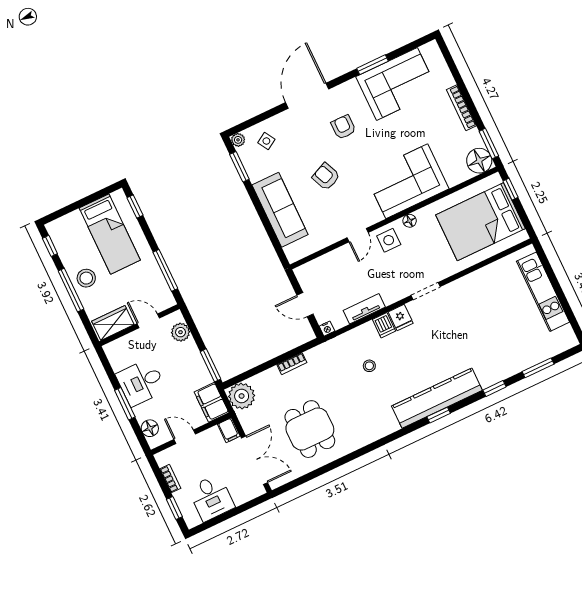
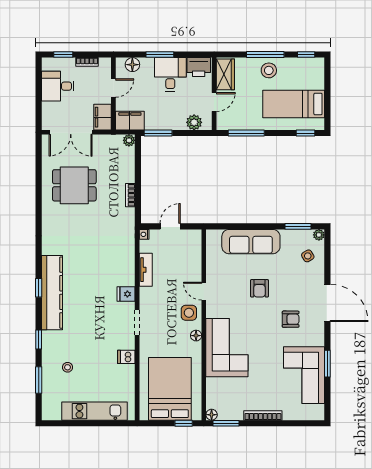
floor lamp: (479, 161) -> (212, 415), width x0.53, depth x0.53
armchair: (326, 177) -> (259, 288), turned 114
dishwasher: (384, 325) -> (126, 357), moved
printer: (118, 355) -> (199, 67), added
stool: (369, 366) -> (67, 367), moved
plant: (242, 396) -> (129, 140), width x0.53, depth x0.53
filing cabinet: (229, 430) -> (103, 117), width x2.00

